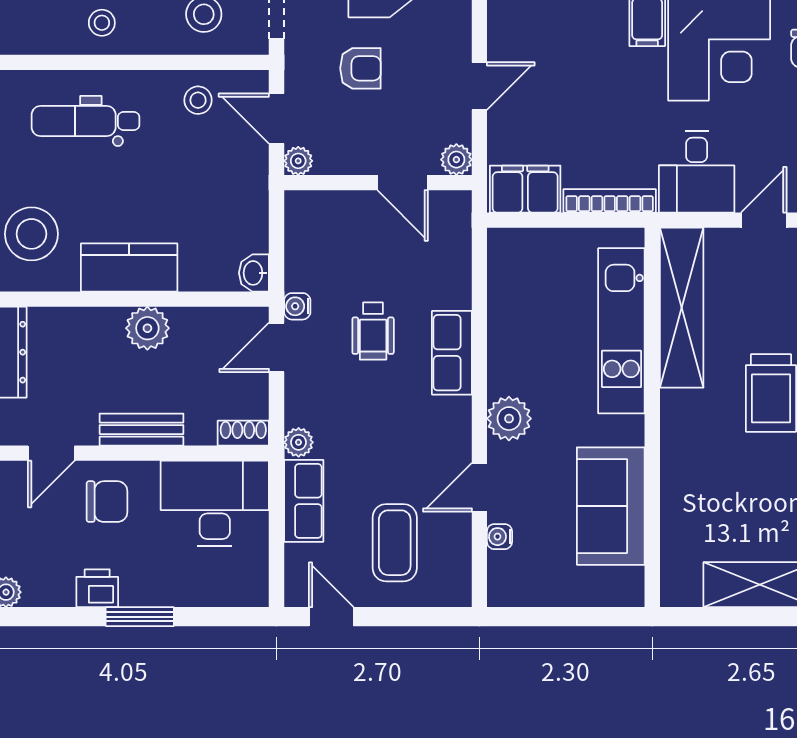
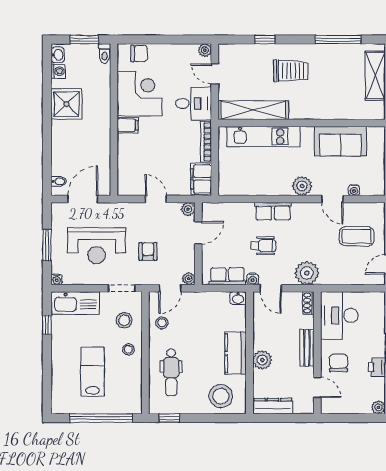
stool: (102, 23) -> (128, 349), moved
plant: (147, 328) -> (262, 360), moved
plant: (299, 442) -> (307, 273), width x1.88, depth x1.88
row of seats: (304, 501) -> (227, 276), moved

